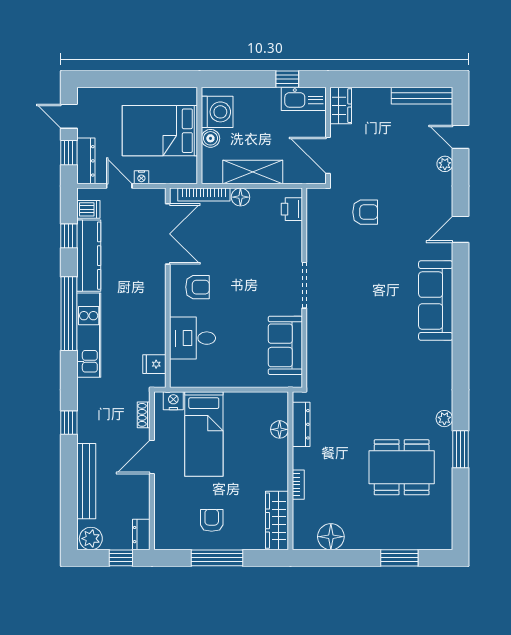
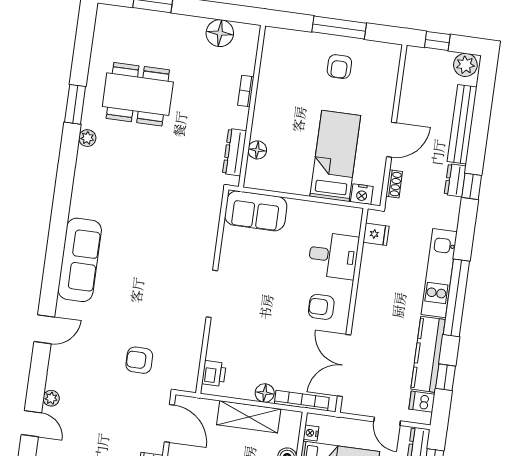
nightstand: (141, 177) -> (311, 433), moved, turned -90
sofa: (285, 345) -> (256, 211), moved, turned 90
wardrobe: (277, 521) -> (273, 57), removed
dresser: (141, 535) -> (455, 180), moved, turned 180

